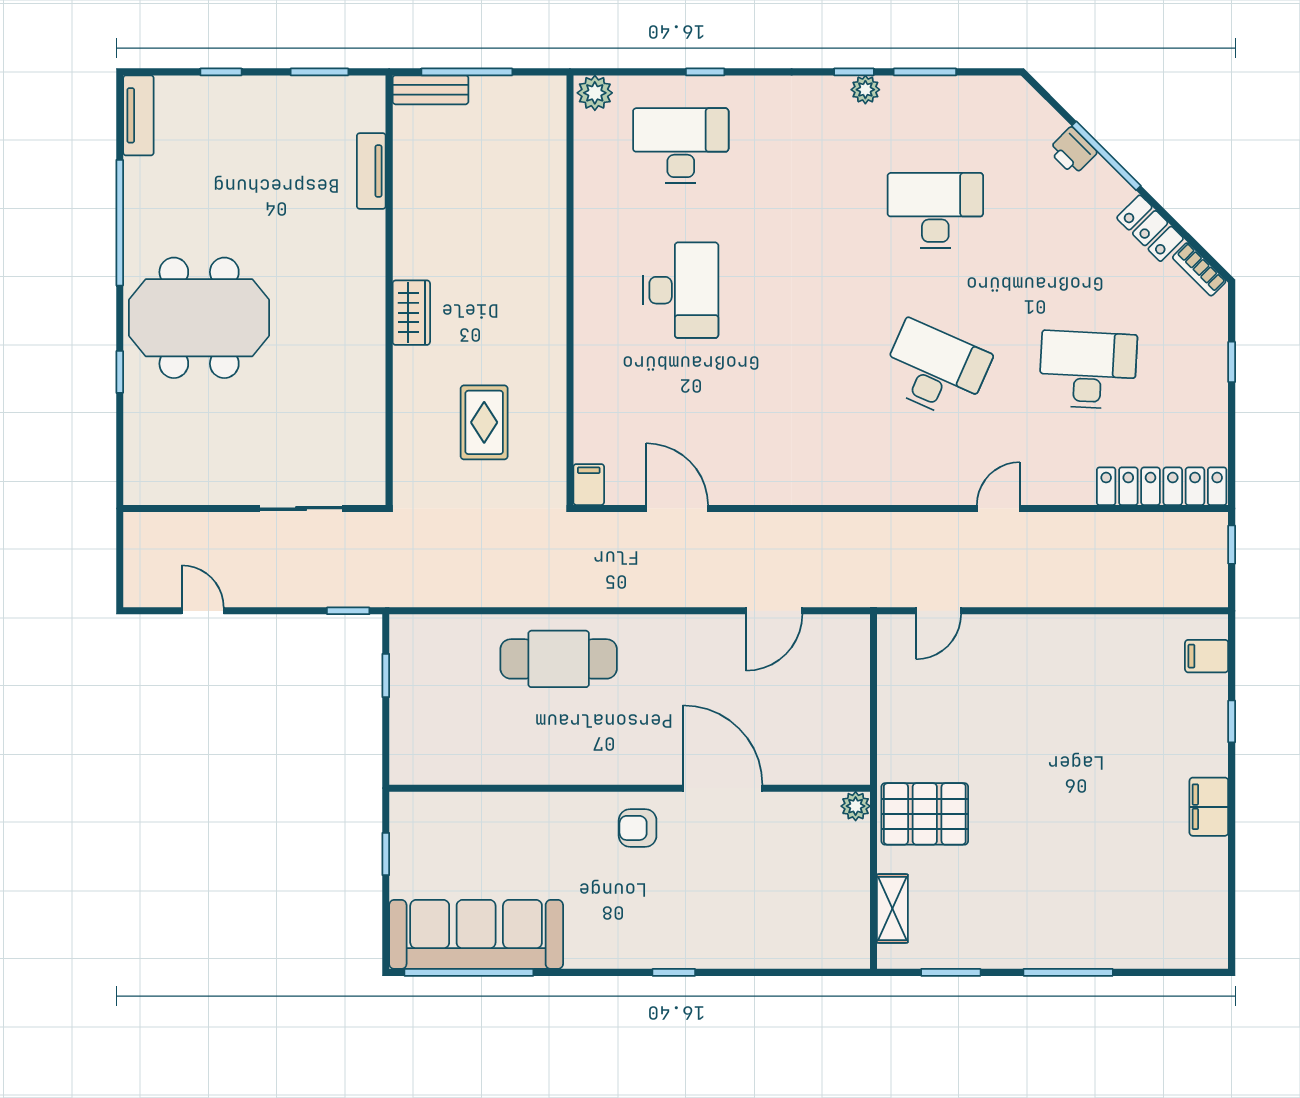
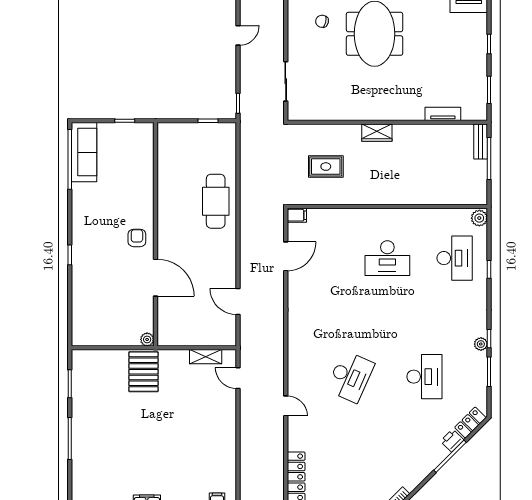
locker: (1150, 228) -> (470, 423), moved
desk: (1088, 370) -> (350, 448), removed
chair: (172, 431) -> (322, 21), added
door: (723, 788) -> (155, 278), hinge flipped
shelving: (892, 908) -> (206, 357), moved
sofa: (476, 934) -> (84, 152), width x0.74, depth x0.79

